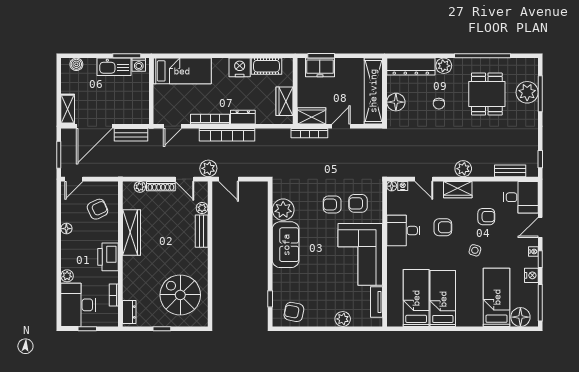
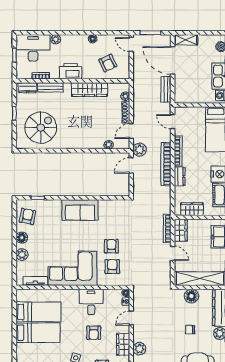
plant: (283, 210) -> (107, 208), removed
bench: (202, 231) -> (50, 88), moved
floor lamp: (321, 319) -> (22, 238), added

